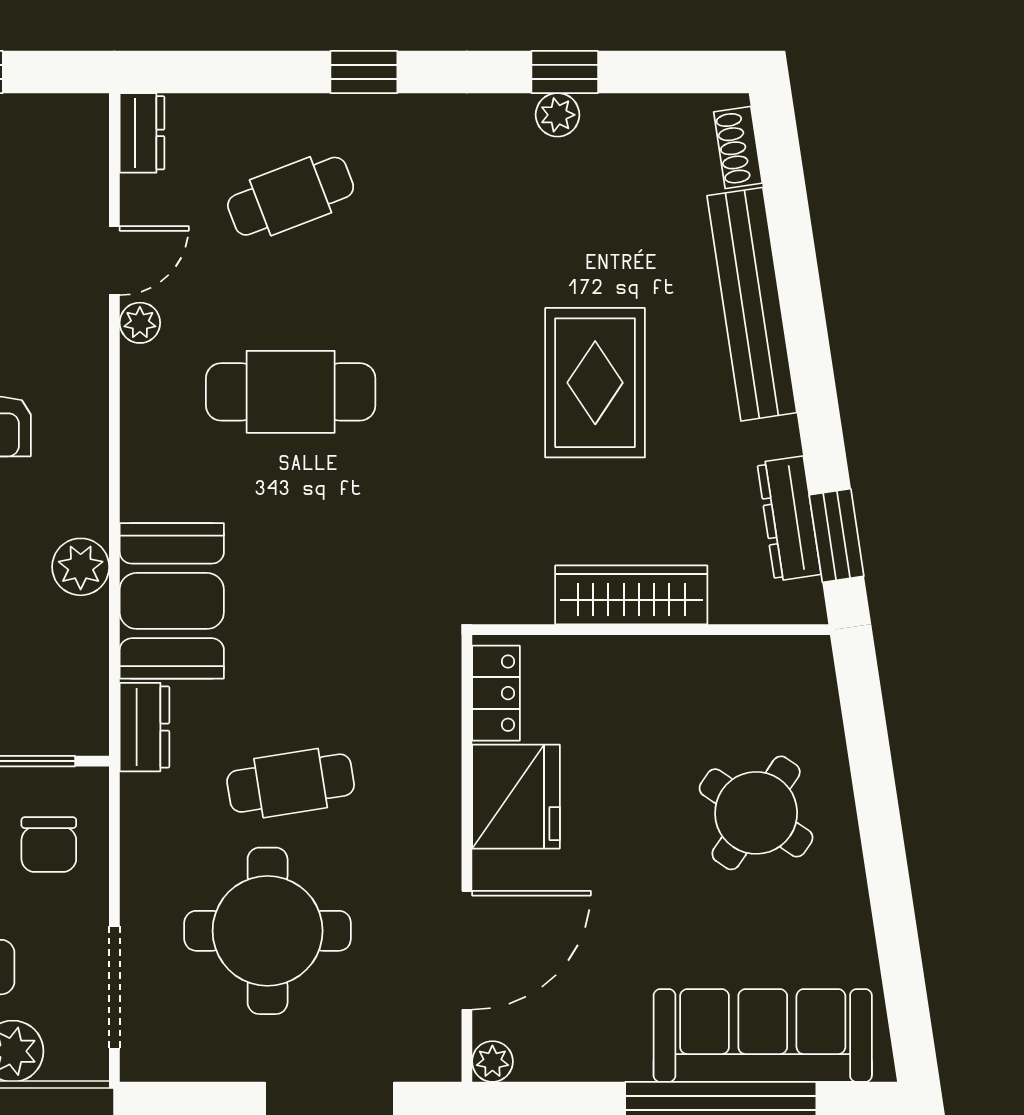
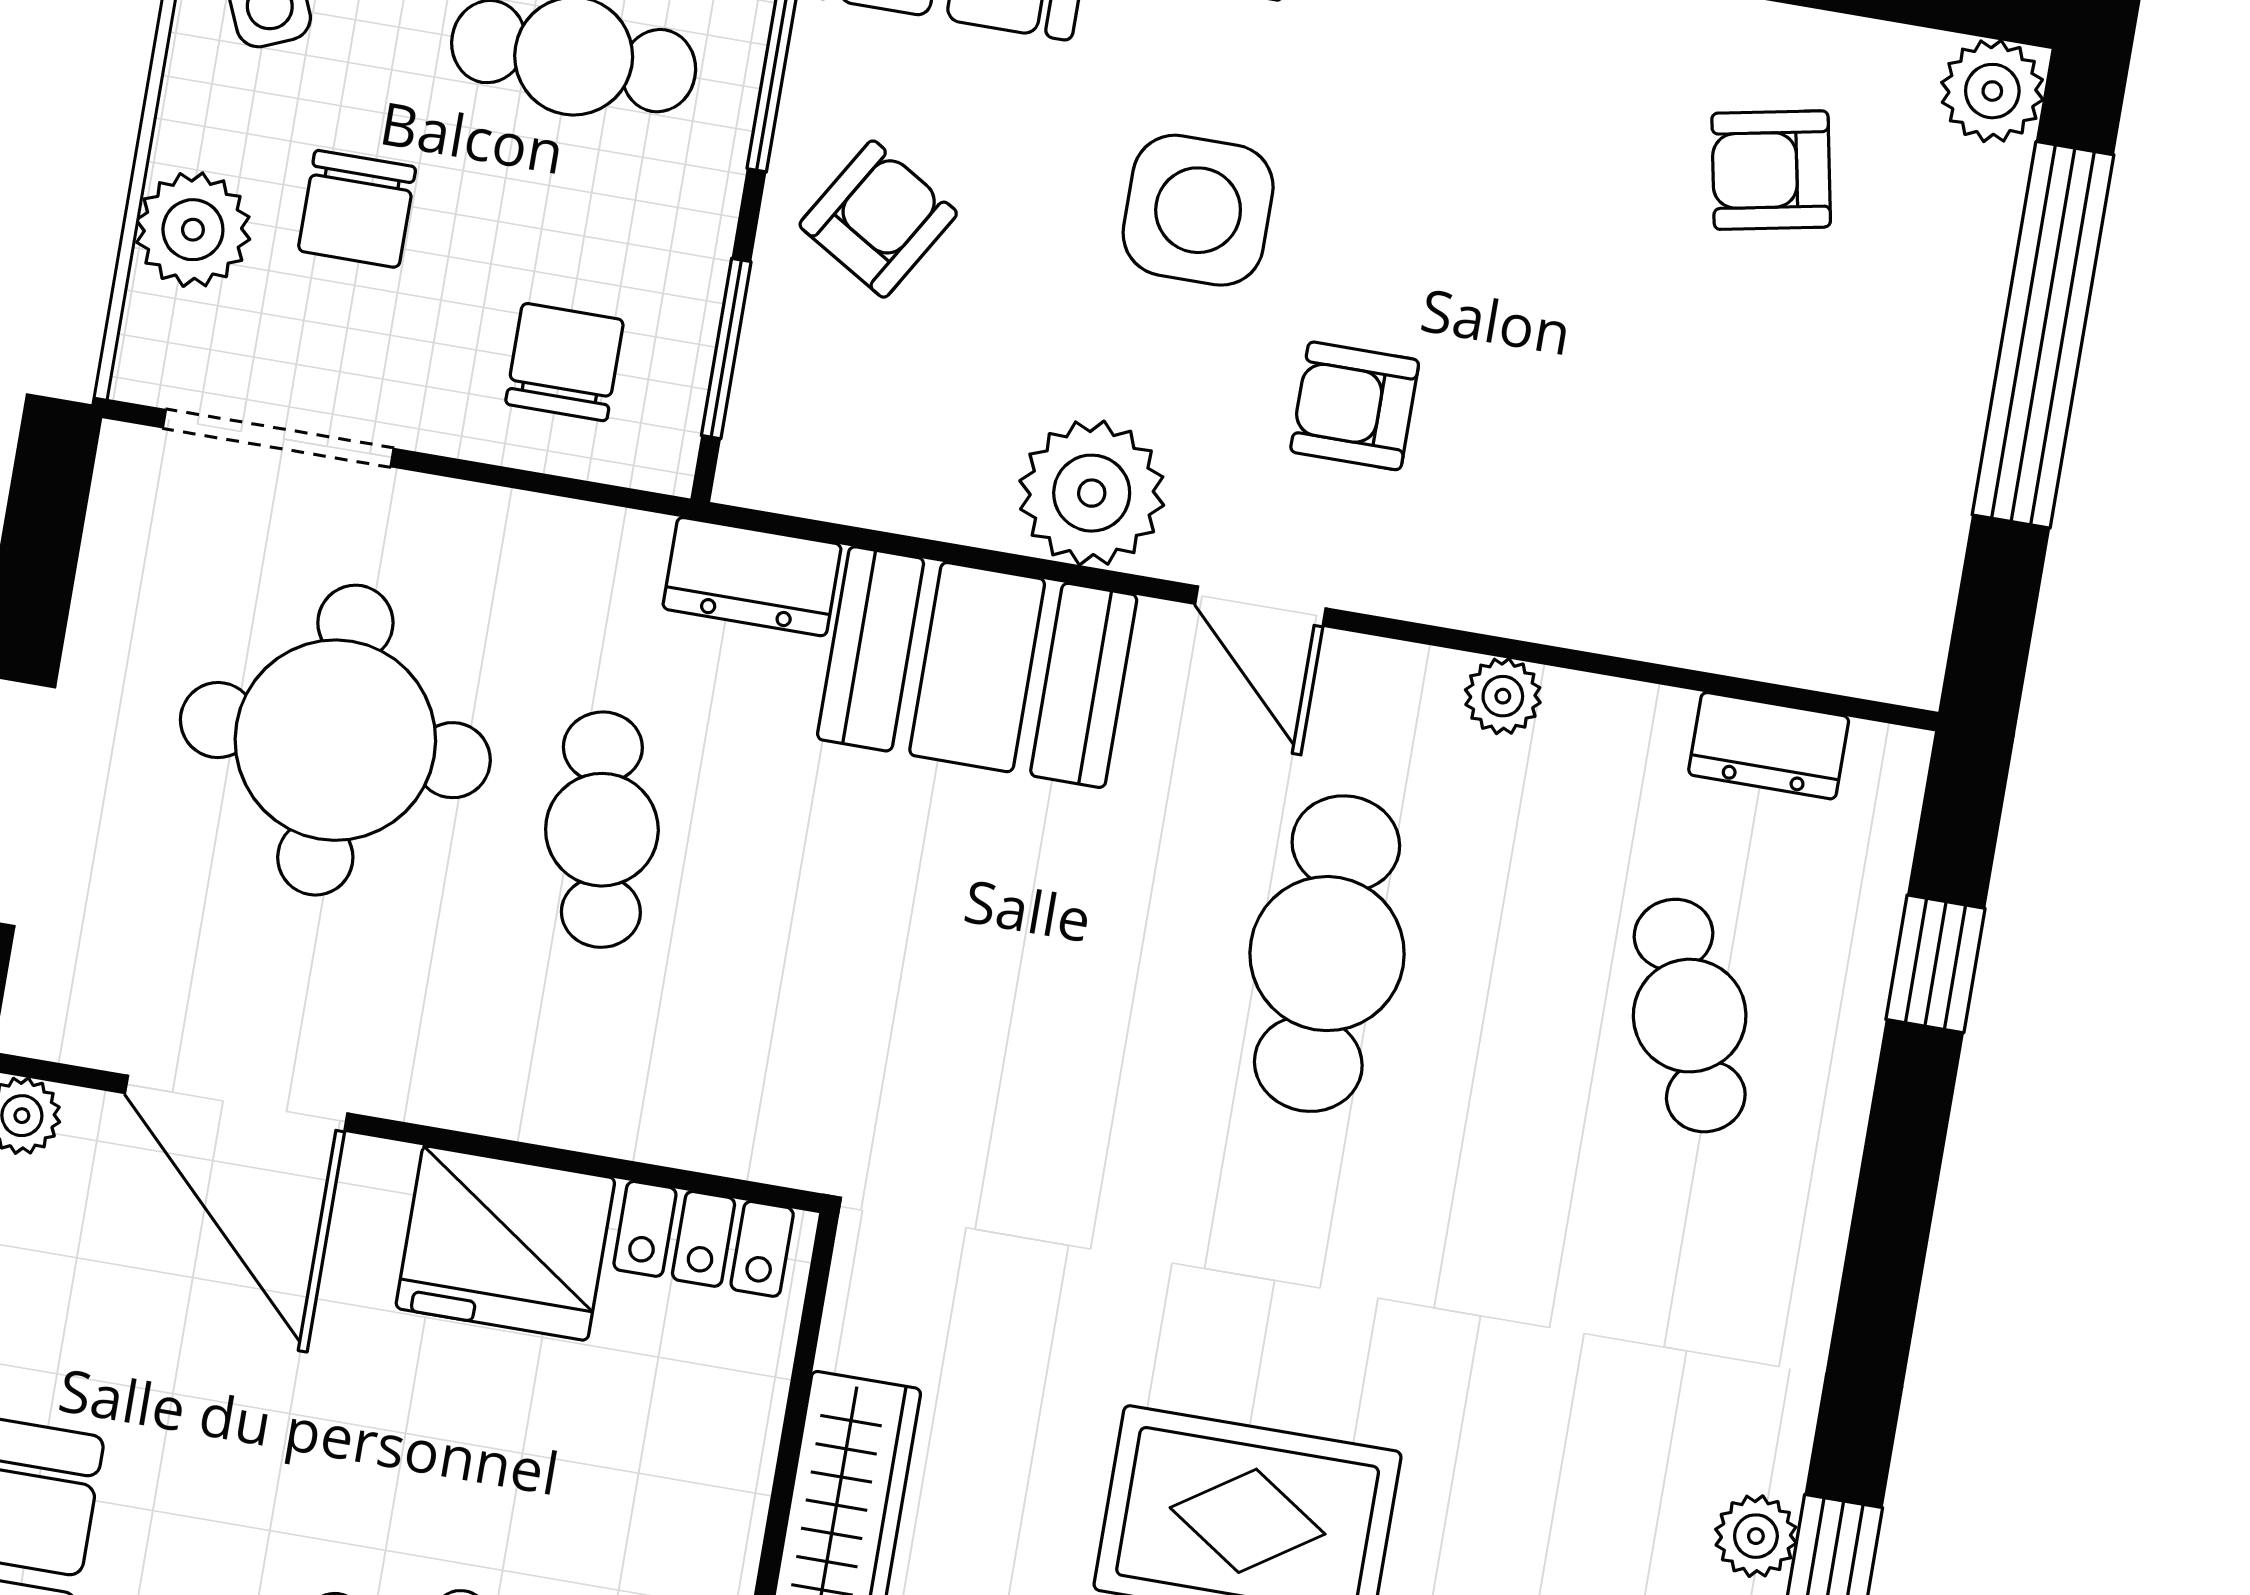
window: (364, 72) -> (1935, 964), moved
dresser: (142, 133) -> (1769, 746), moved
door: (114, 261) -> (1260, 606), moved
plant: (81, 567) -> (1092, 493), width x1.36, depth x1.36
chair: (49, 845) -> (565, 362), turned 90

